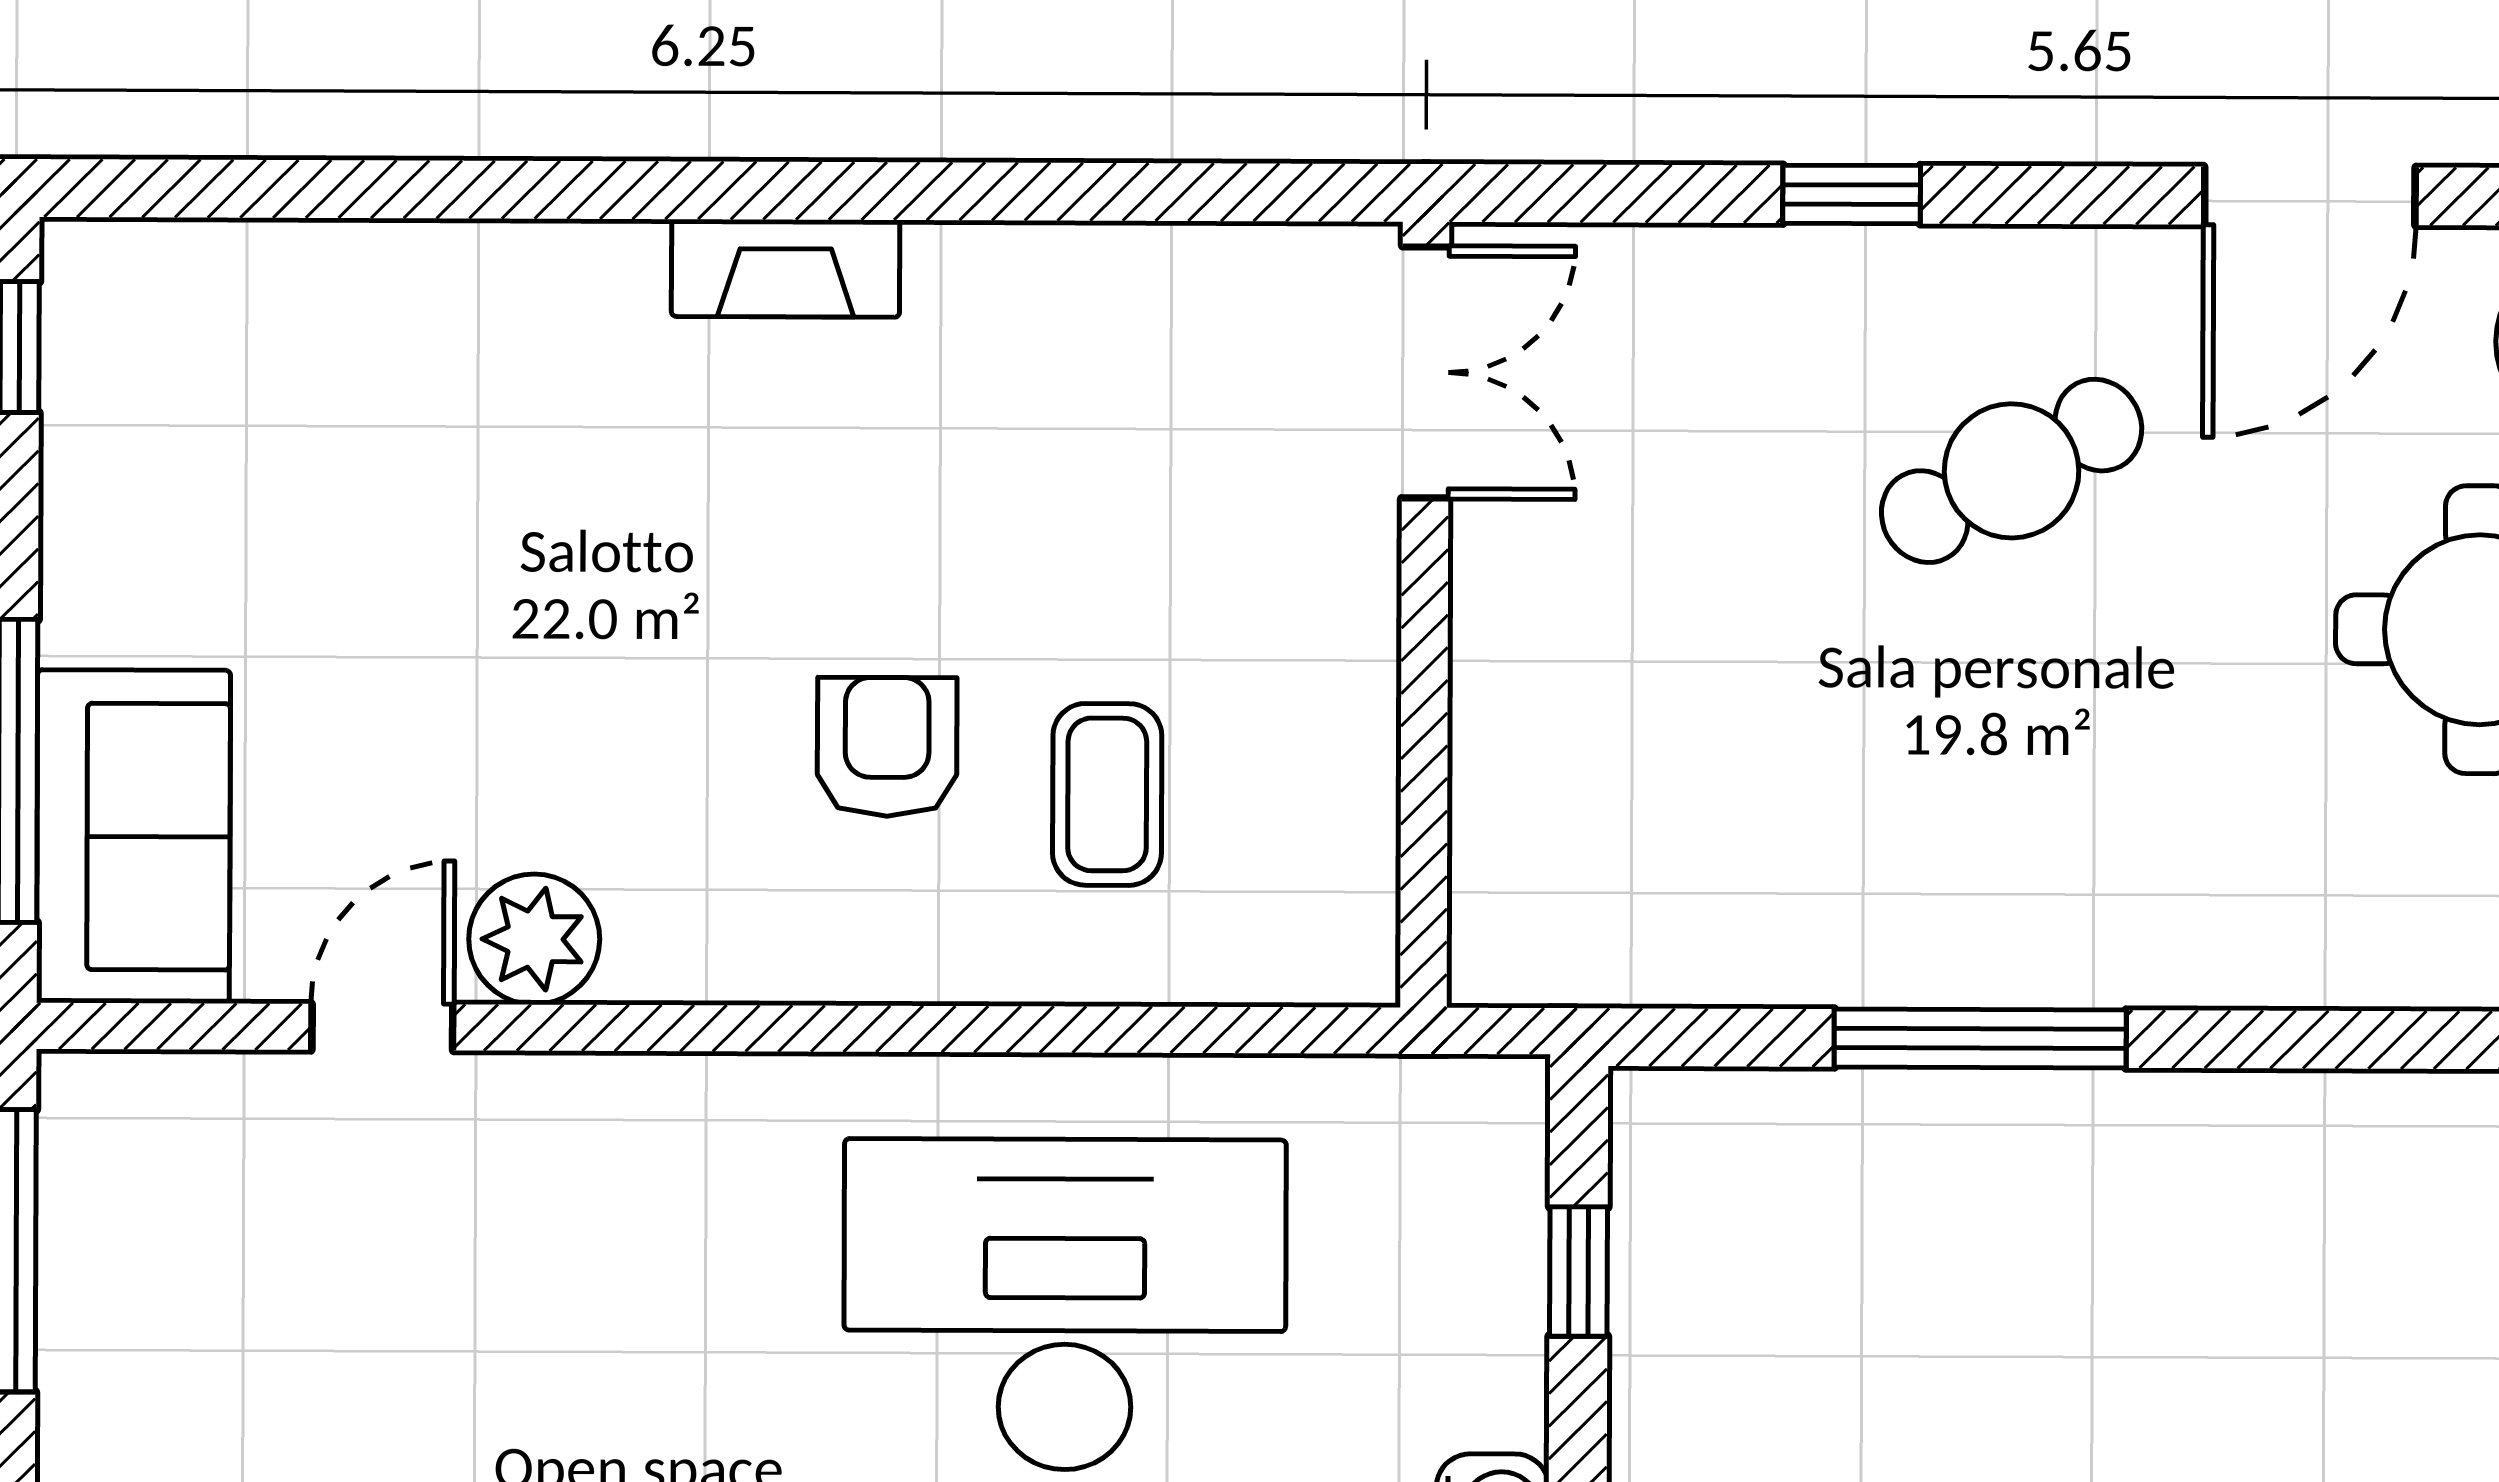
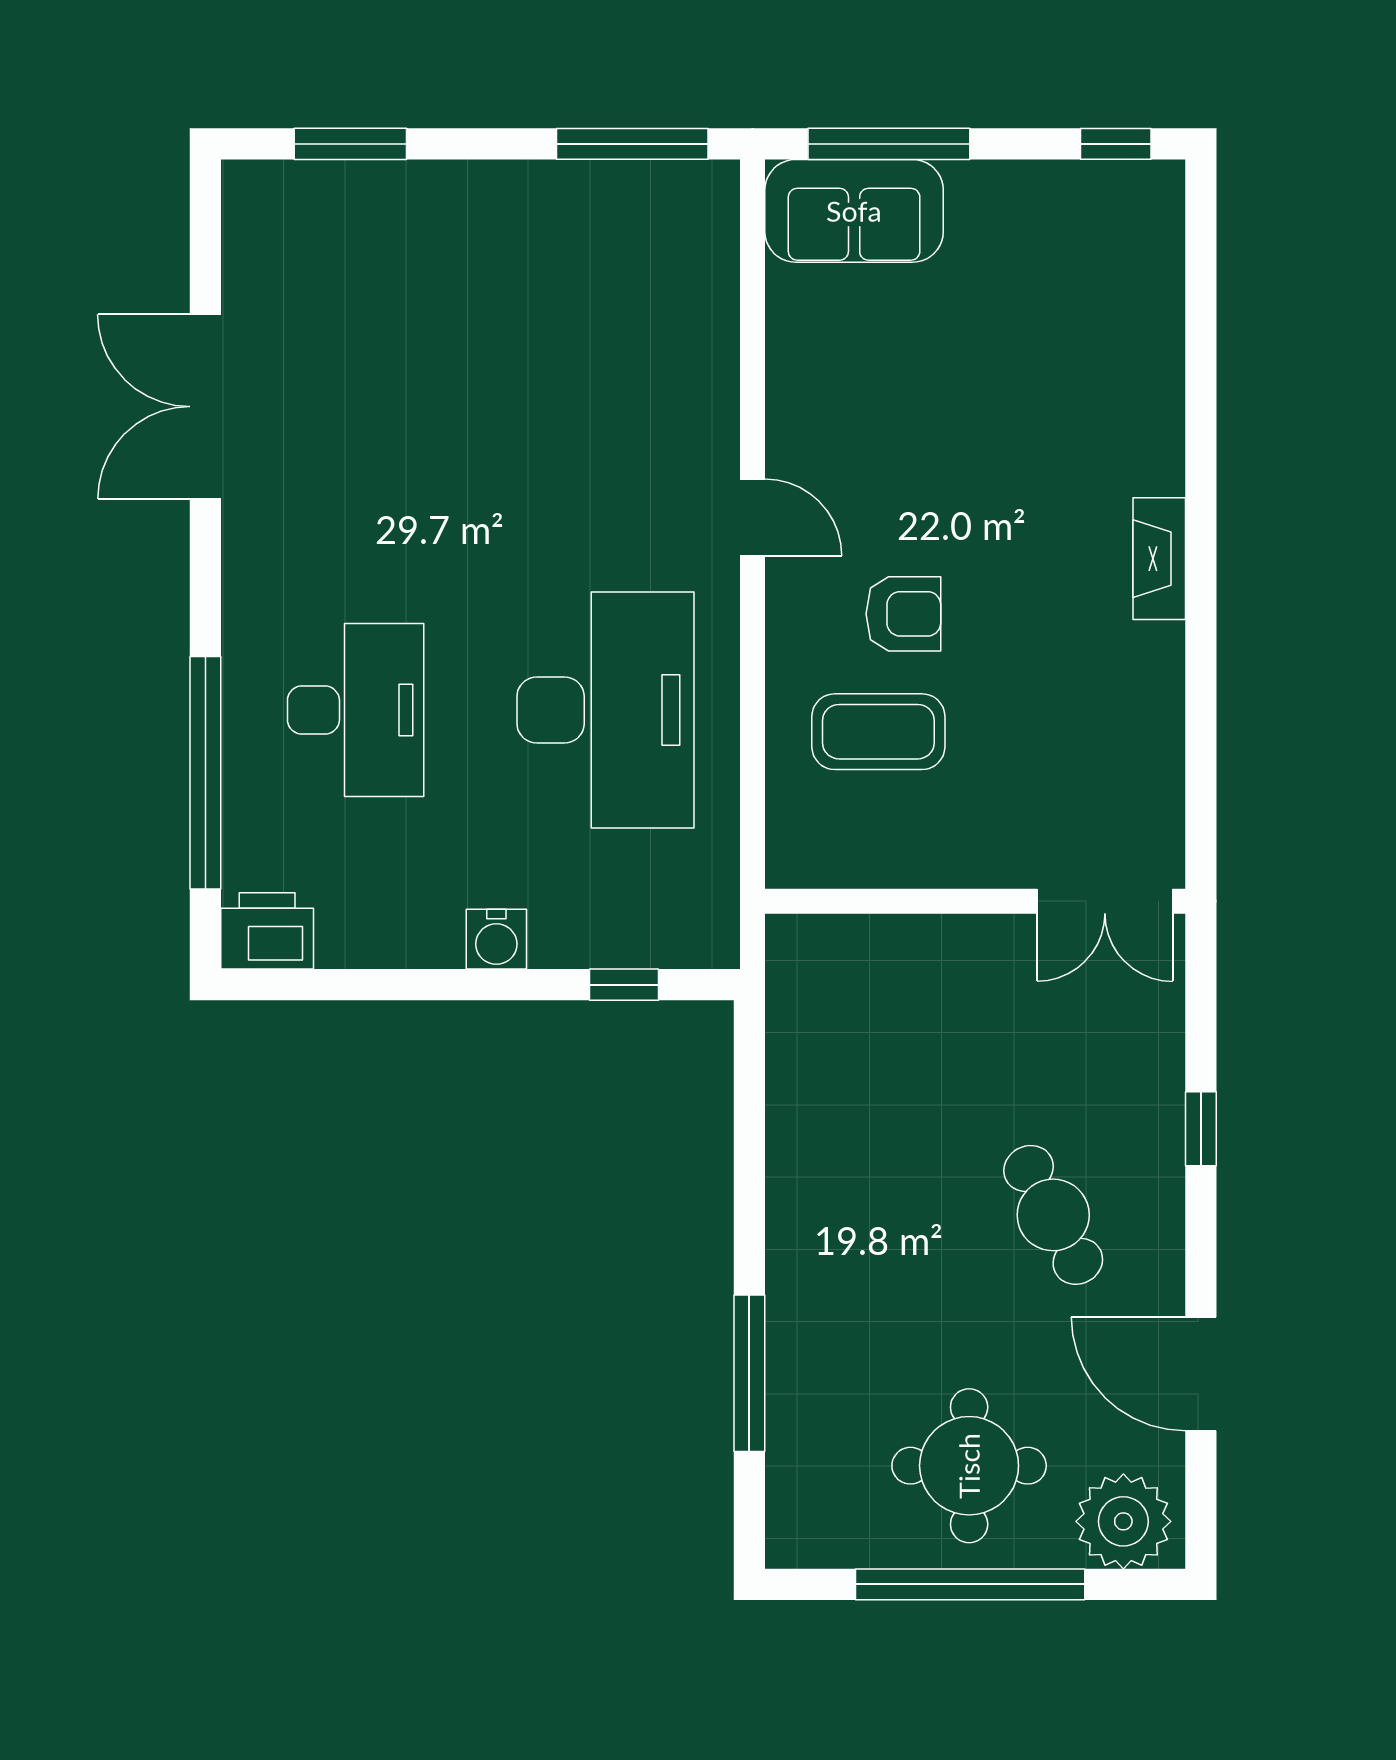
coffee table: (1107, 794) -> (878, 732), width x1.36, depth x1.30
plant: (534, 939) -> (800, 425), removed
door: (382, 1027) -> (753, 517), moved
window: (1980, 1038) -> (749, 1373), moved

